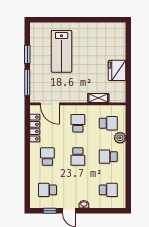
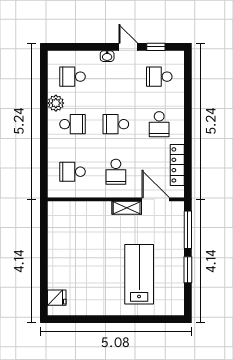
fridge: (117, 70) -> (57, 298), moved, width x0.53, depth x0.75
shelving: (98, 98) -> (127, 208), moved
plant: (120, 138) -> (56, 103), moved
school desk: (78, 157) -> (116, 124), turned -90
school desk: (47, 190) -> (159, 77), turned 180

